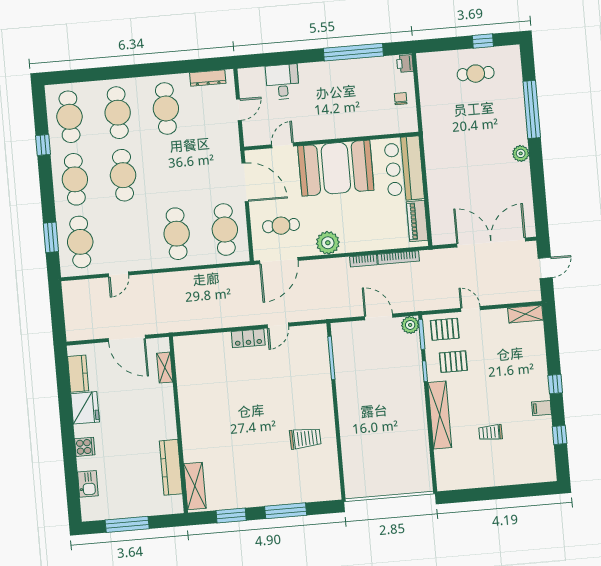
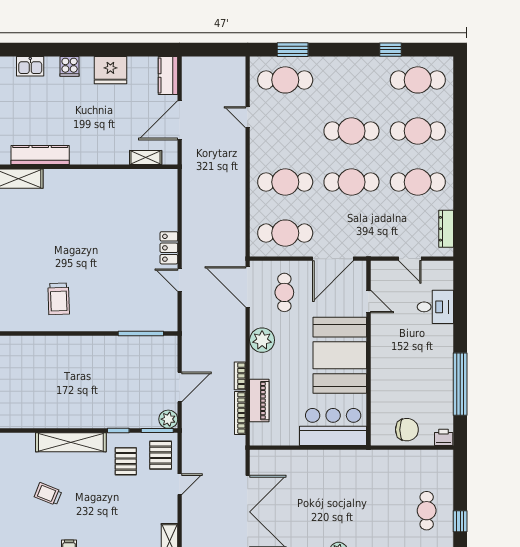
chair: (401, 99) -> (407, 430), width x1.87, depth x1.87
cafe table: (75, 179) -> (351, 182), moved
piano: (417, 221) -> (259, 401), moved, turned 90
kitchen counter: (78, 374) -> (168, 76), moved, turned 90
trolley: (490, 432) -> (48, 494), turned -68

